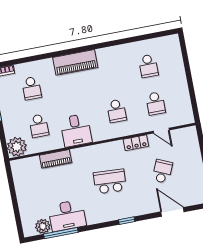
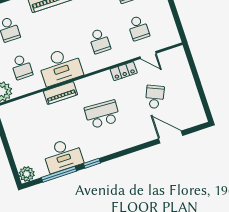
desk: (76, 130) -> (60, 66), width x1.37
piano: (56, 159) -> (60, 93), moved
window: (127, 221) -> (92, 163), moved
plant: (43, 226) -> (27, 174), moved

